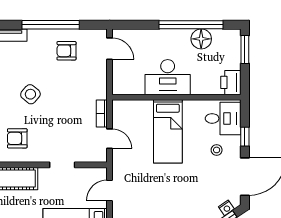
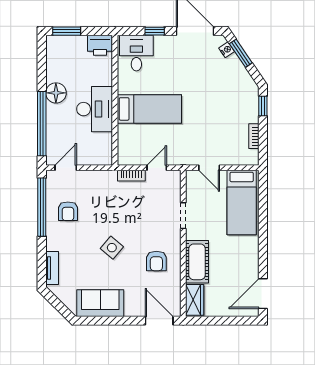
window: (51, 25) -> (42, 207), moved
window: (191, 25) -> (42, 124), moved
floor lamp: (201, 39) -> (56, 93), moved
stool: (217, 150) -> (168, 60), removed

